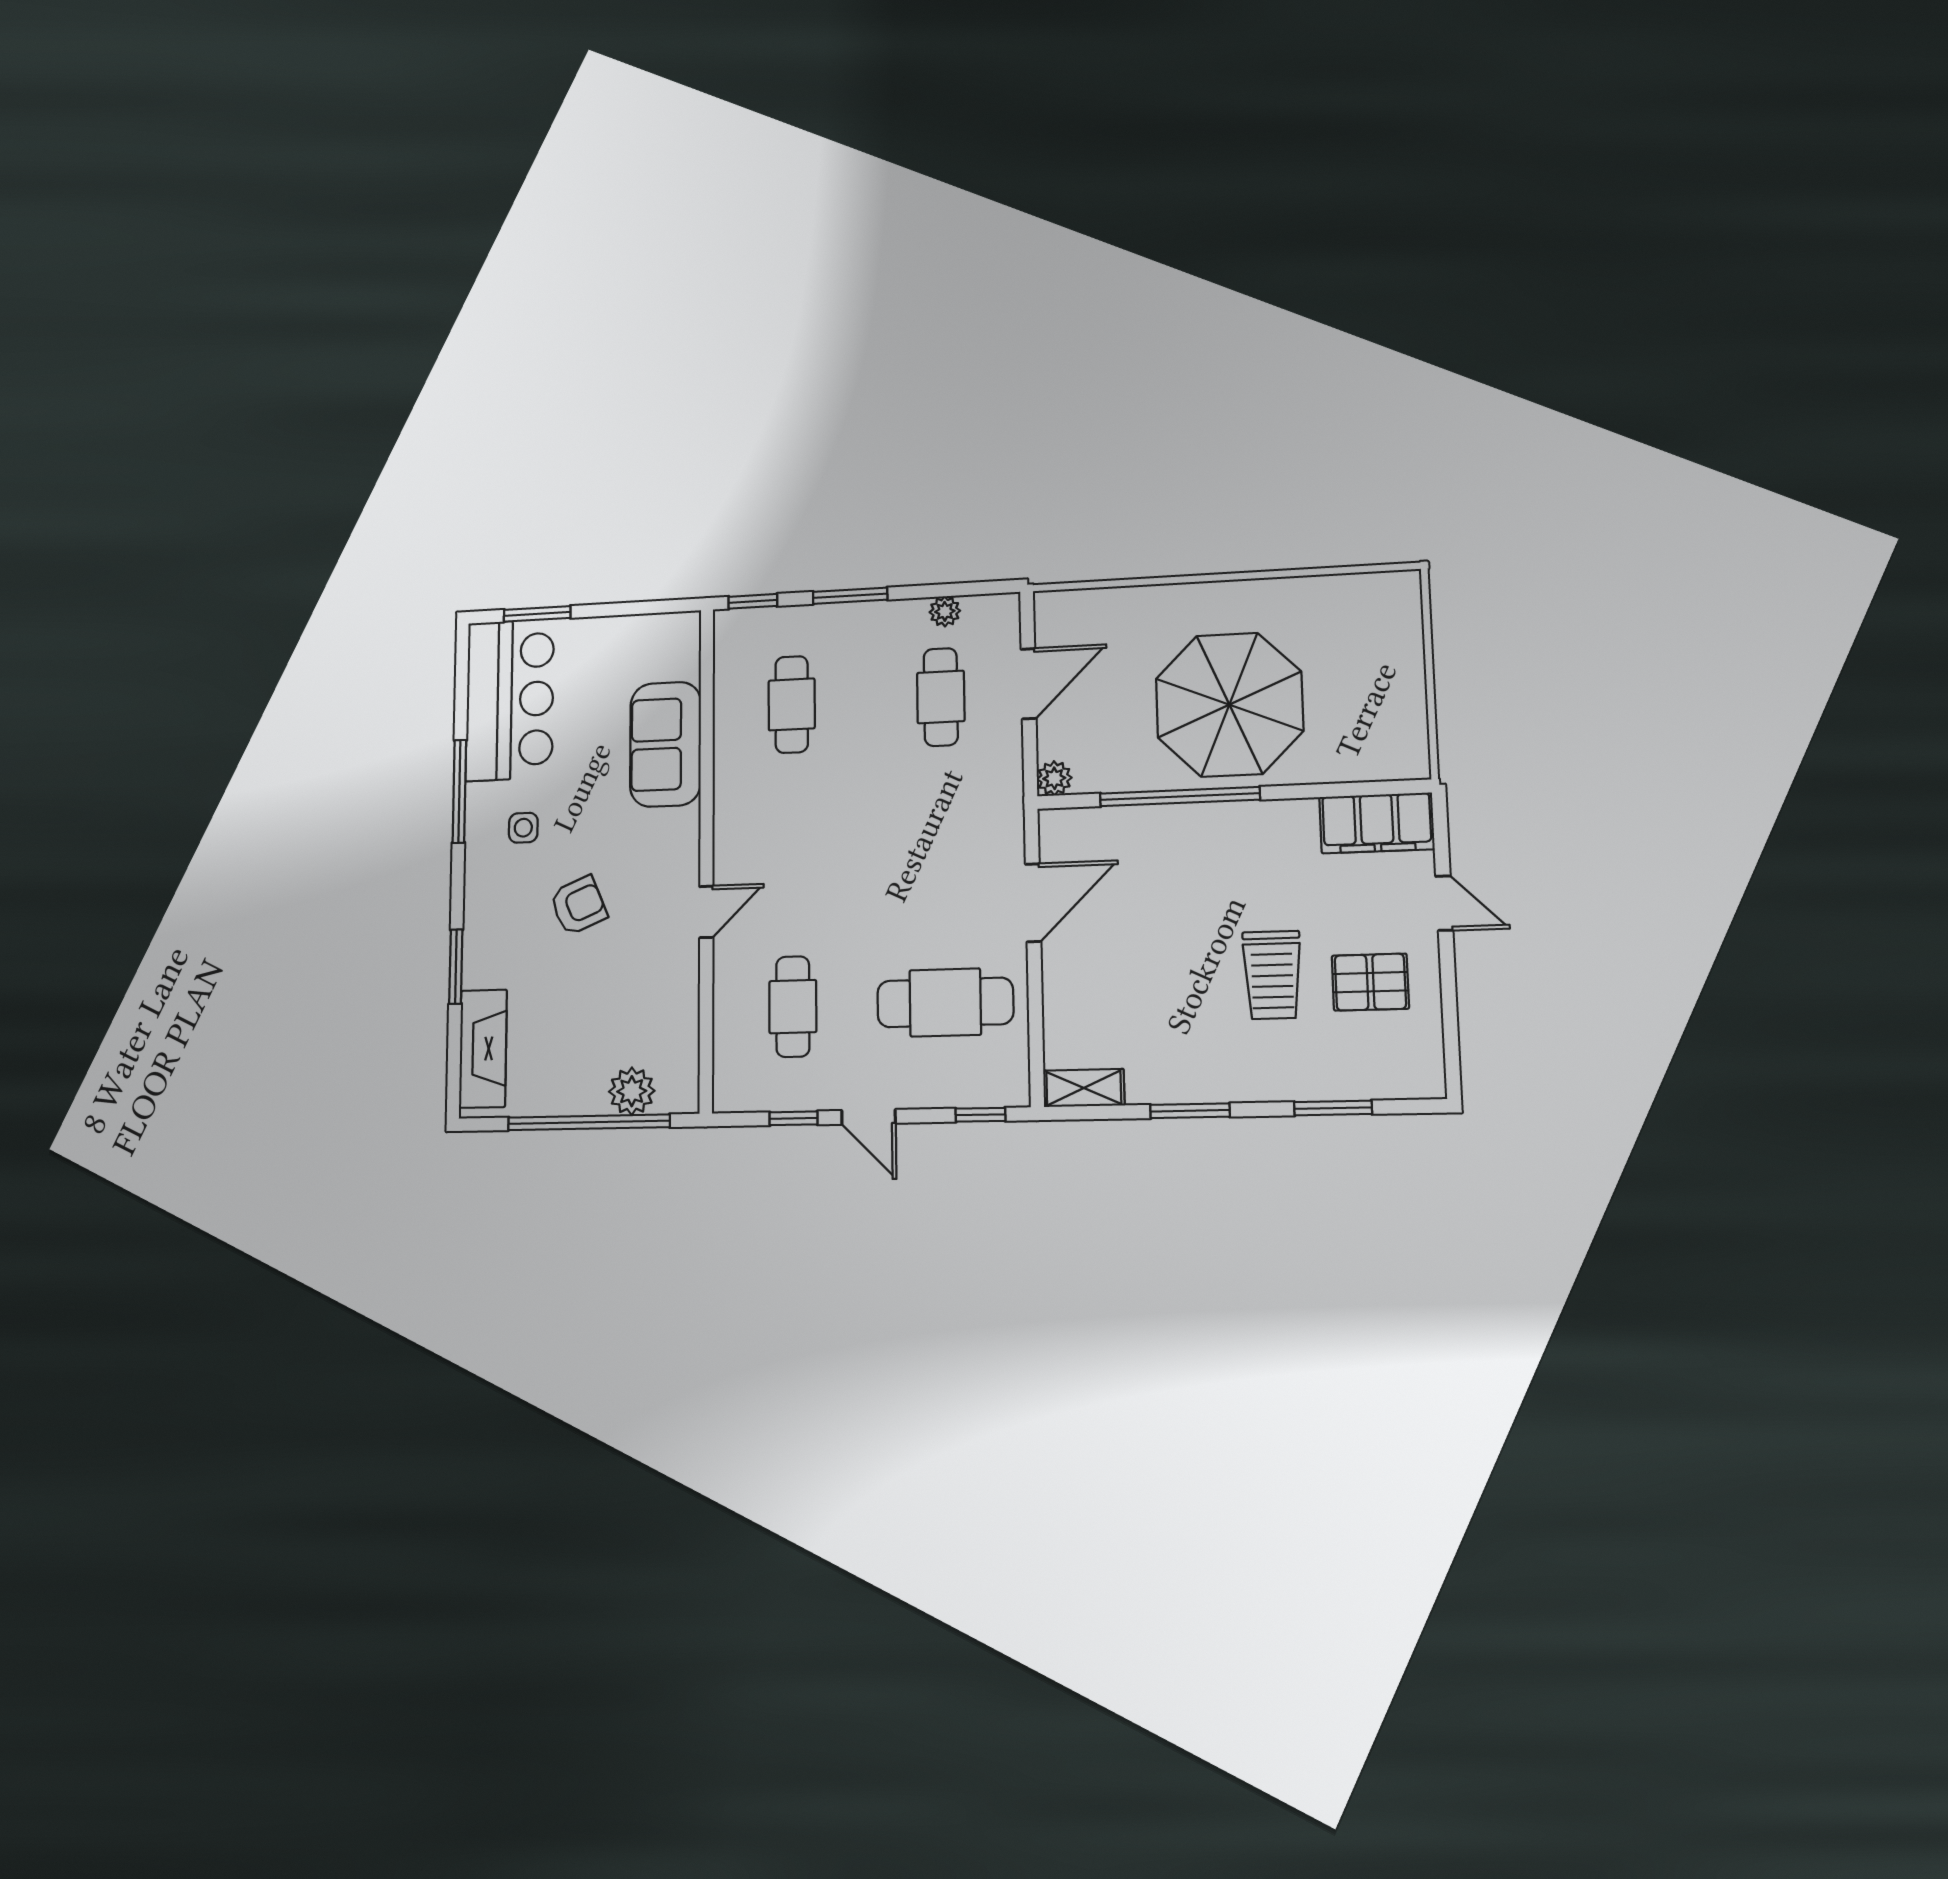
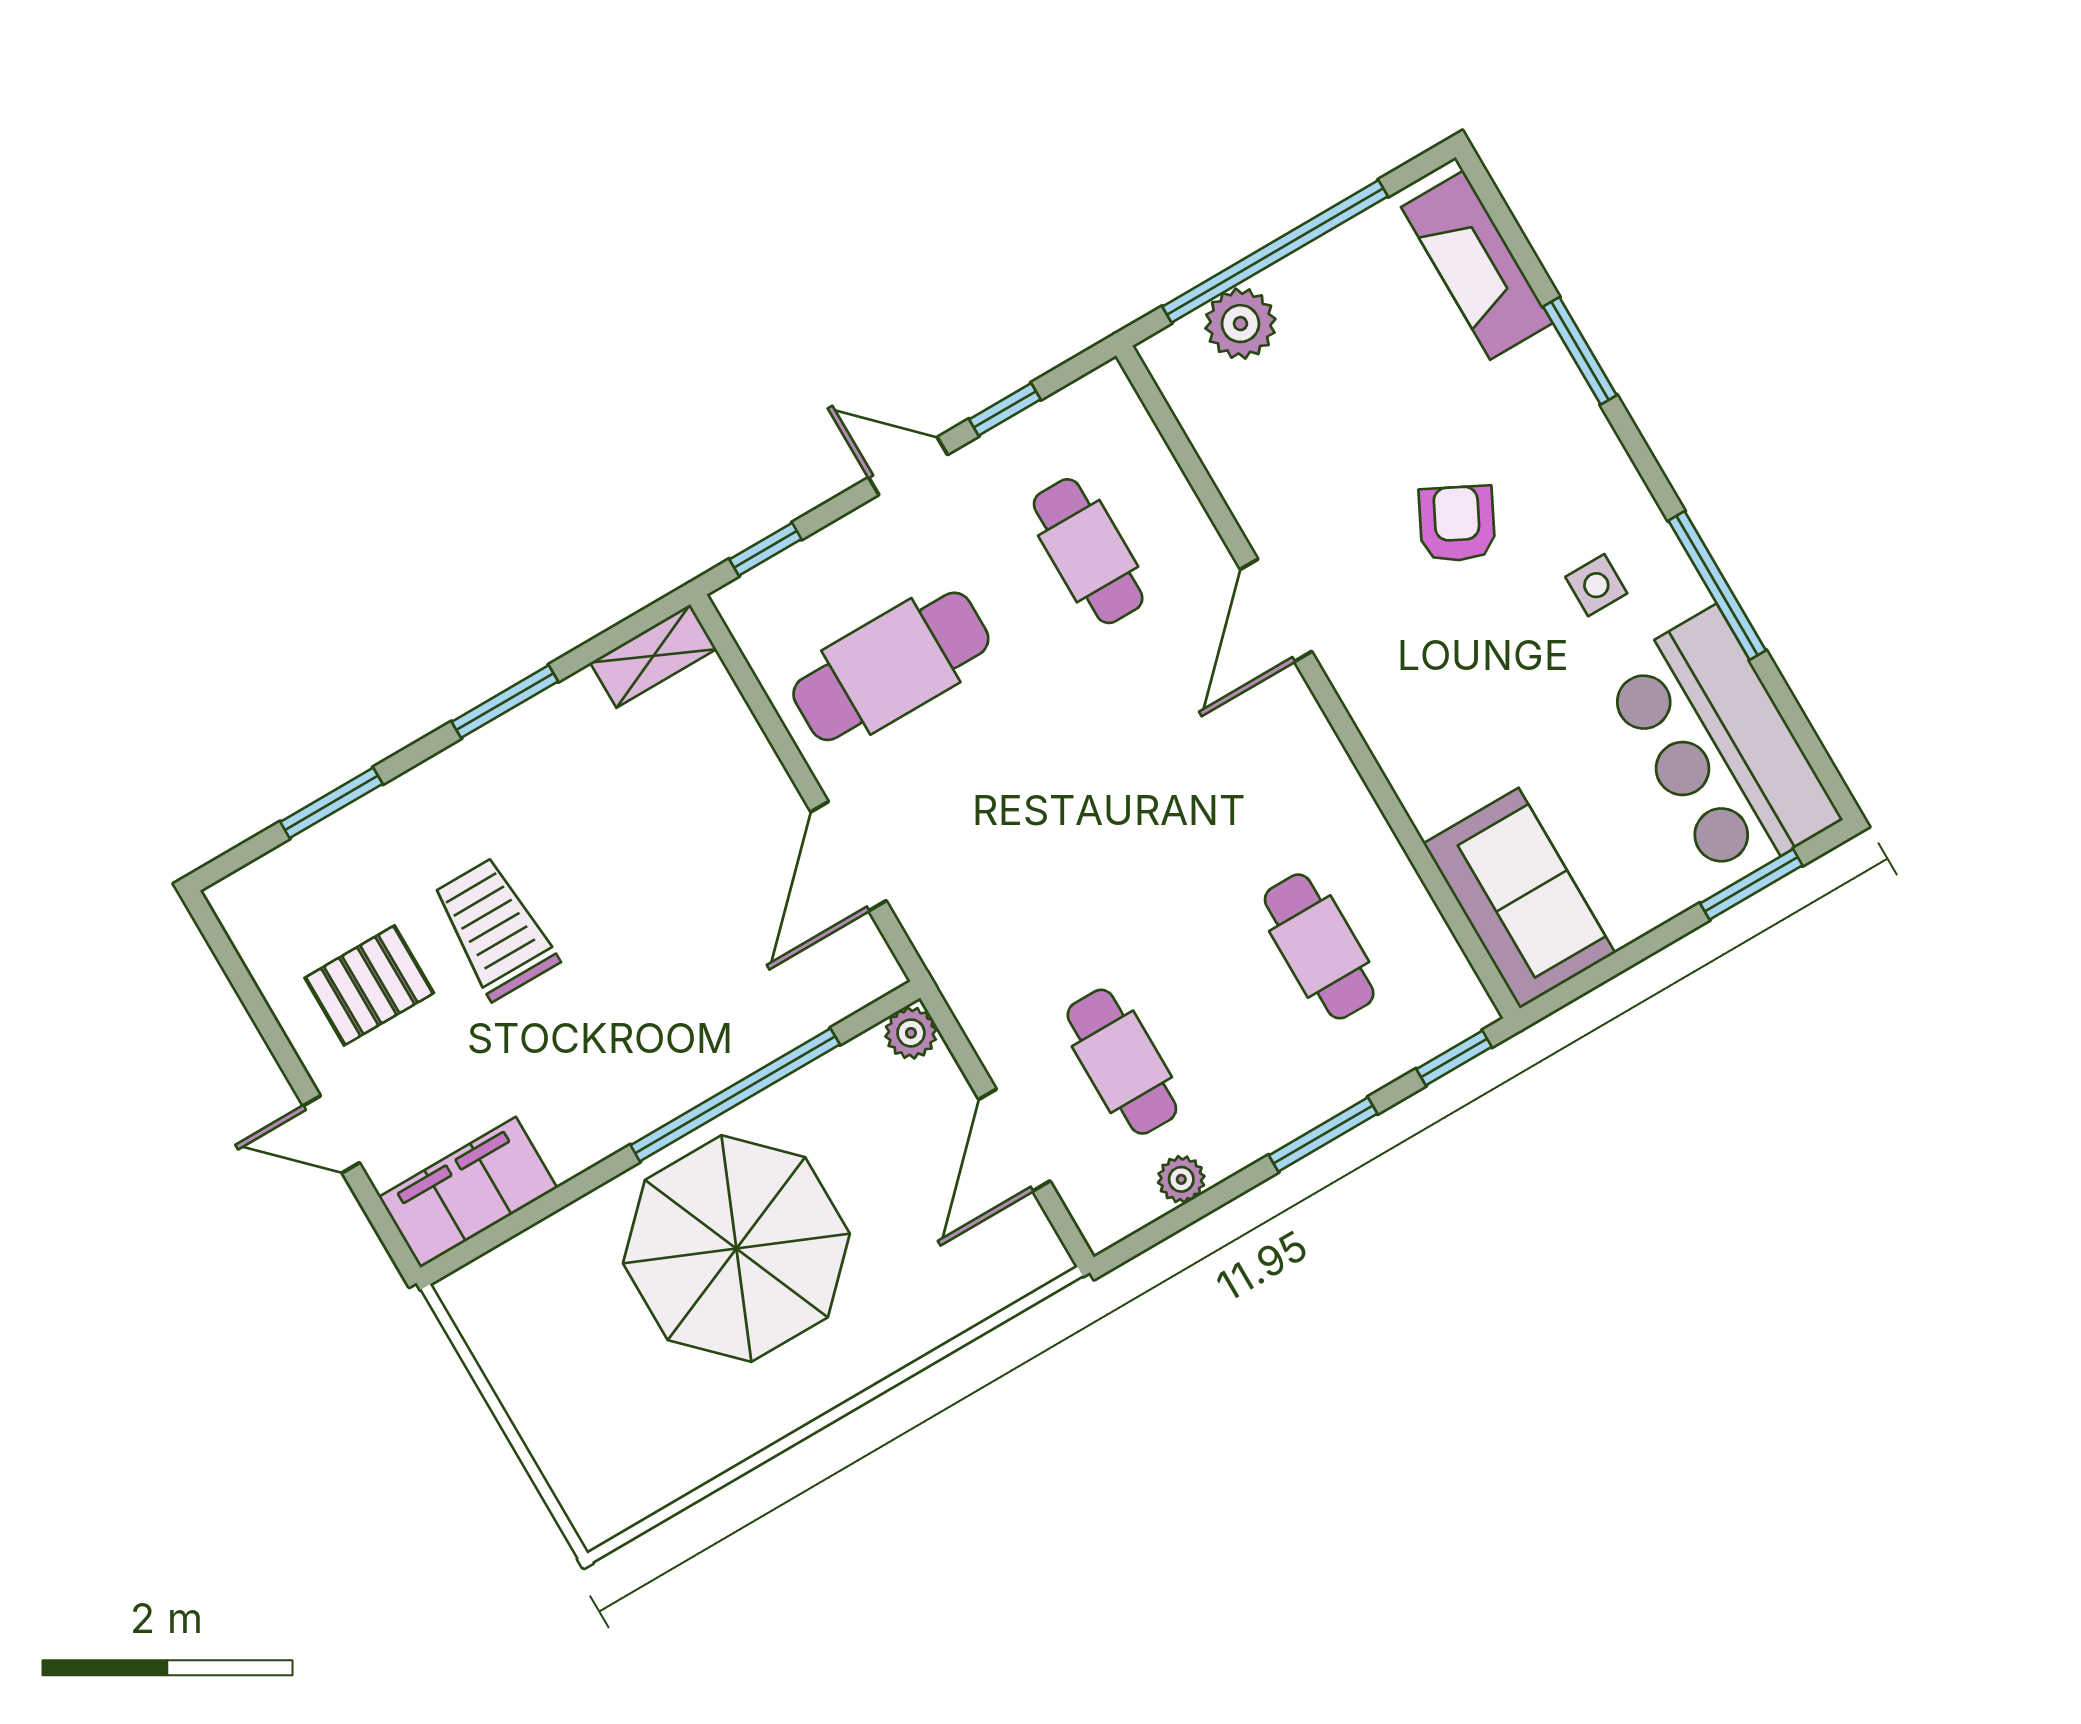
sofa: (665, 744) -> (1519, 898), moved
armchair: (578, 906) -> (1457, 524), turned 140
door: (706, 912) -> (1276, 610), width x1.38

